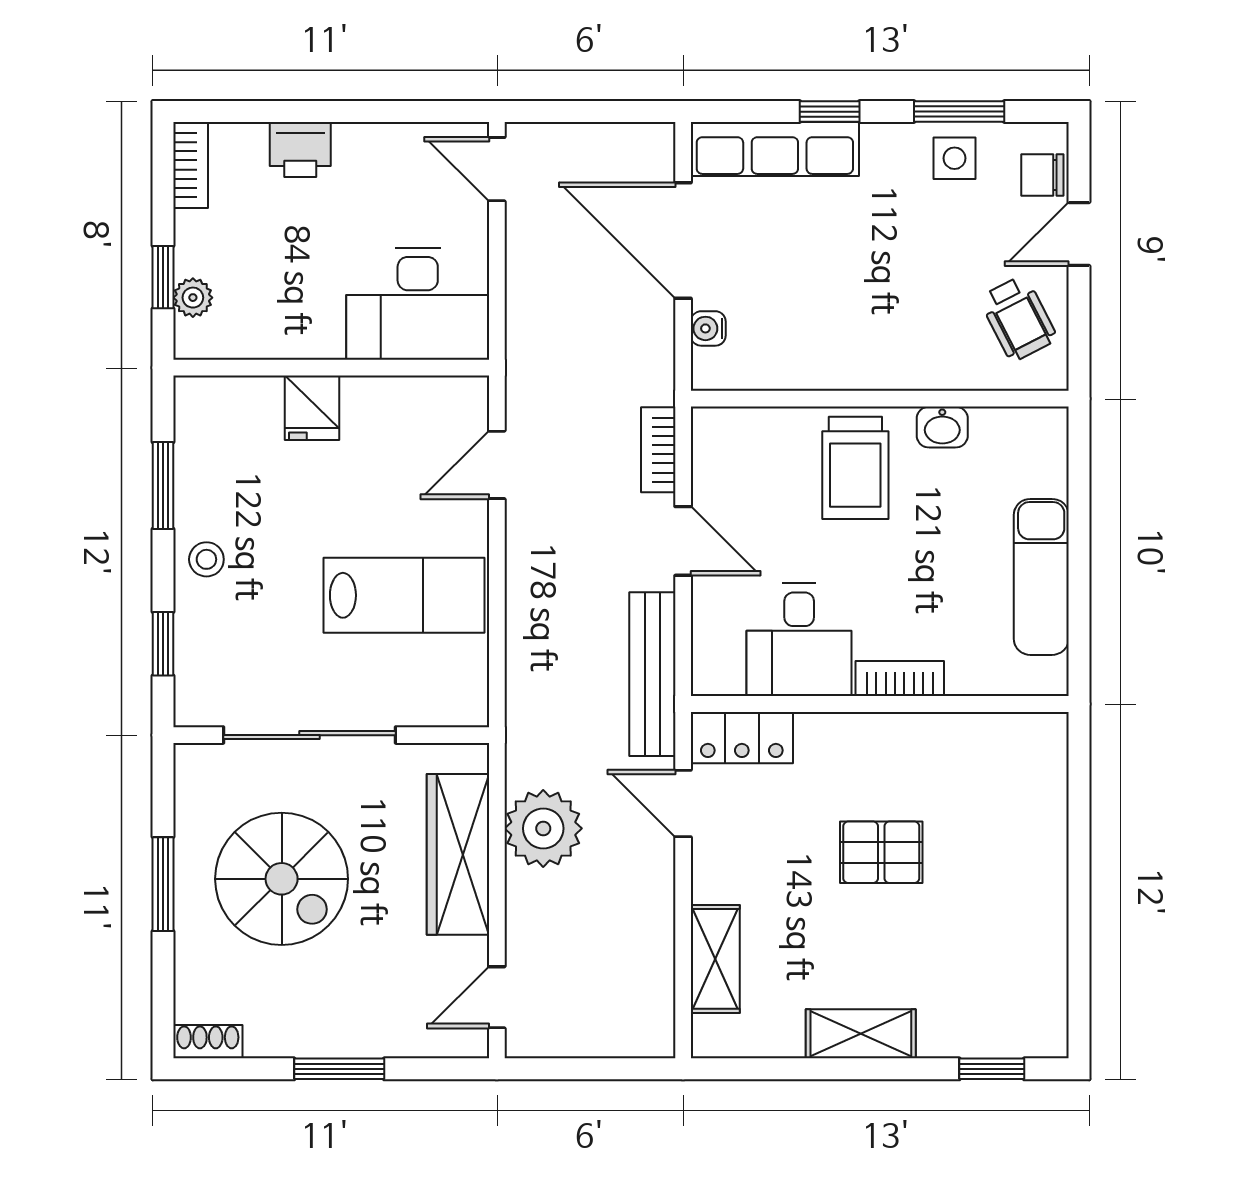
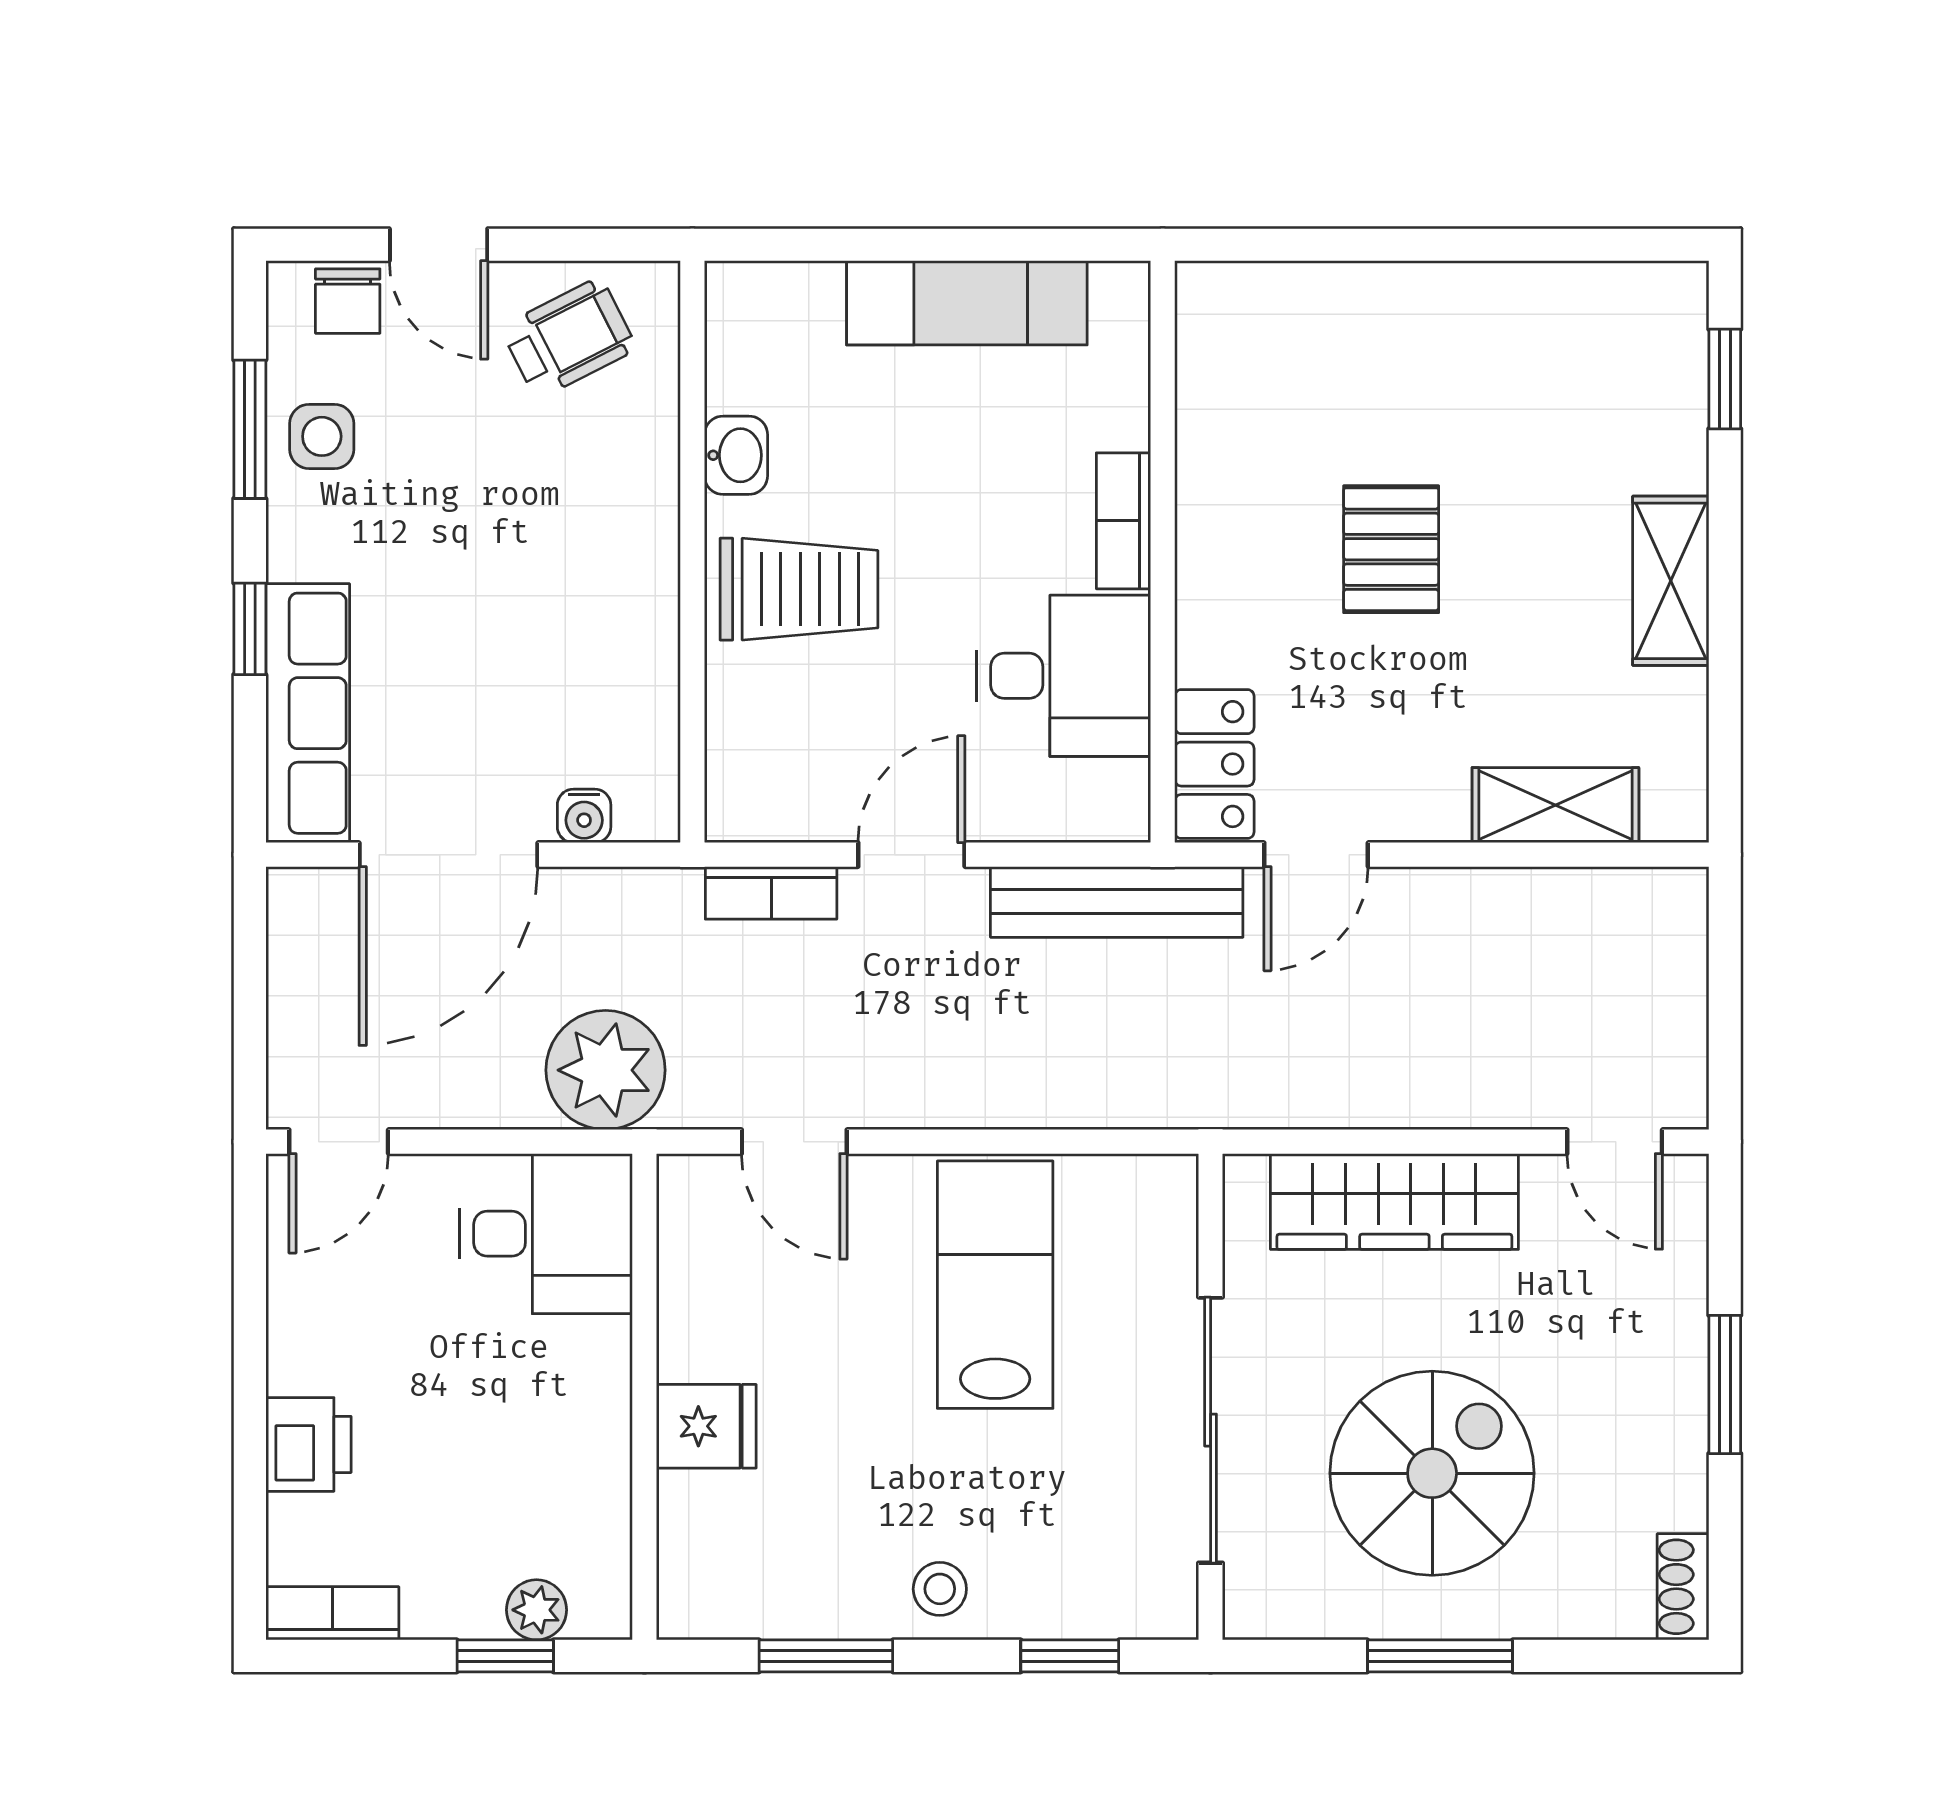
desk: (418, 304) -> (546, 1234), width x0.73
plant: (543, 828) -> (606, 1070), moved

